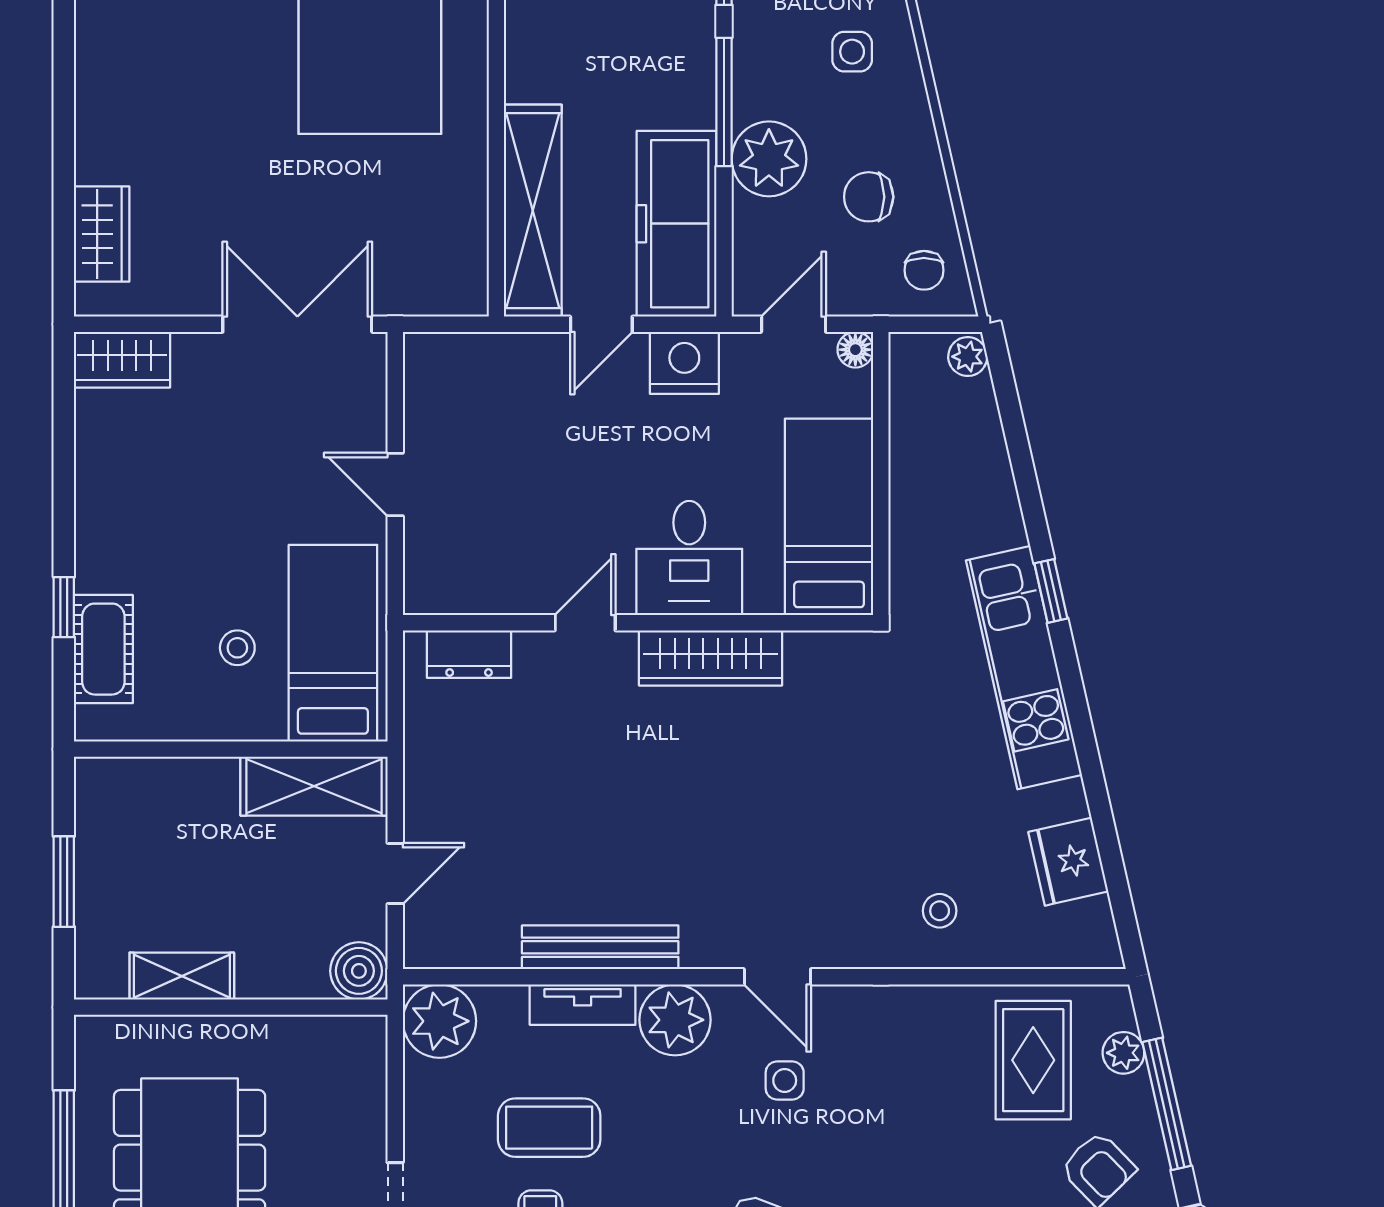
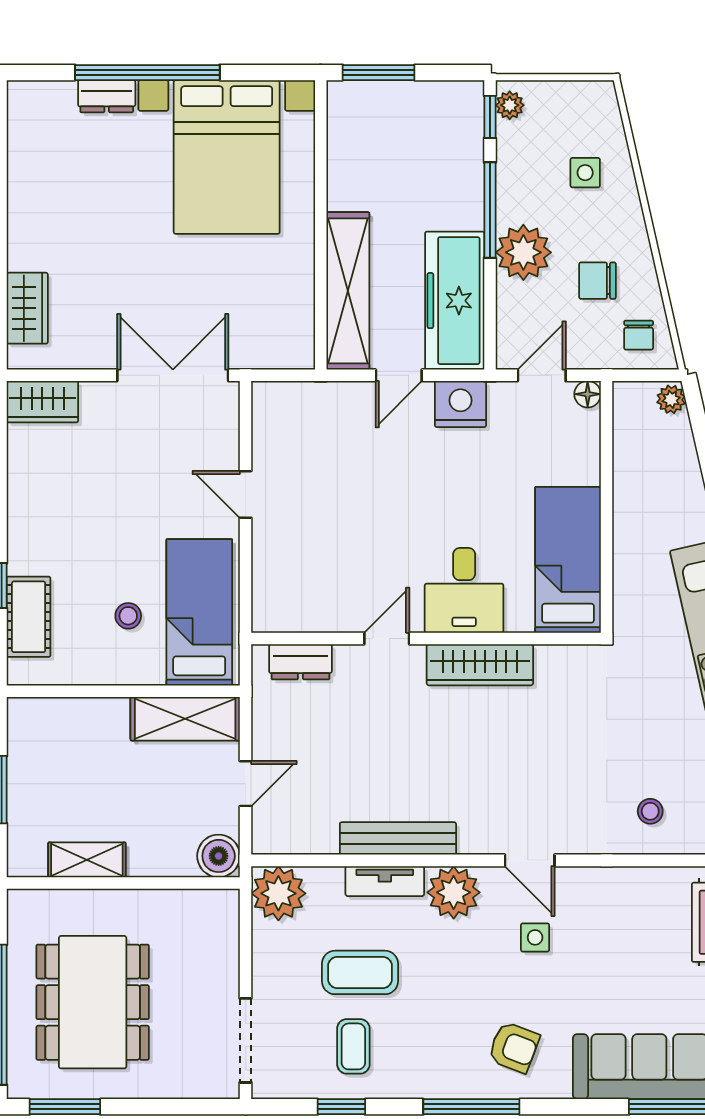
bed: (829, 517) -> (568, 560), moved
desk: (689, 558) -> (464, 590), moved
door: (585, 623) -> (387, 639), moved
wall: (638, 623) -> (426, 639), moved
dresser: (469, 654) -> (300, 662), moved
wardrobe: (710, 658) -> (480, 665), moved

